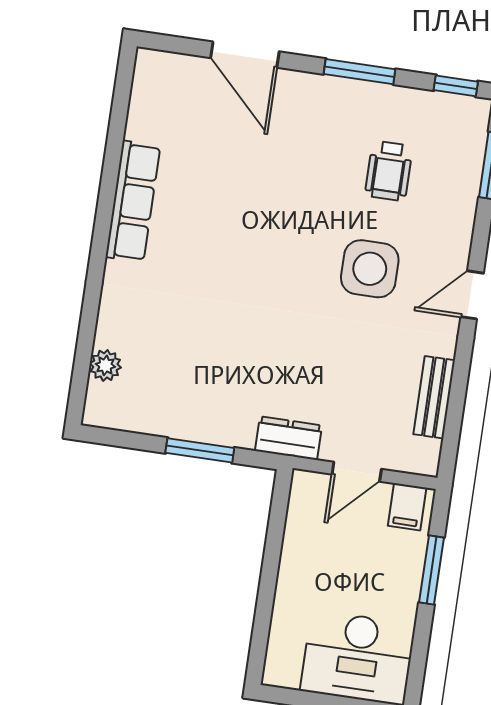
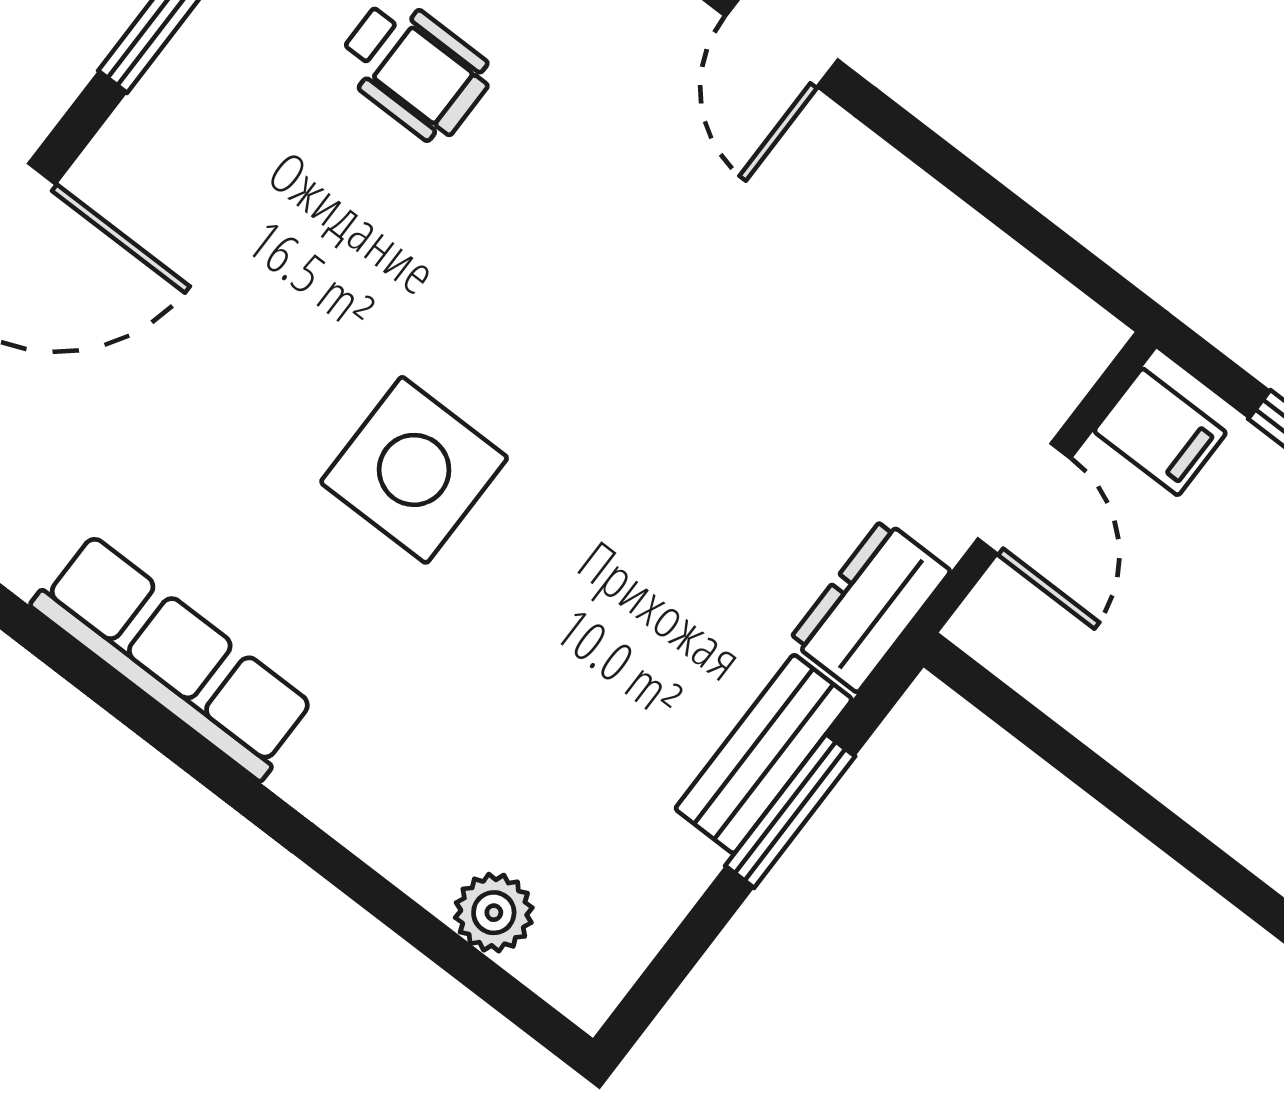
side table: (370, 269) -> (414, 470), moved
bench: (434, 397) -> (764, 754), moved, turned 90

